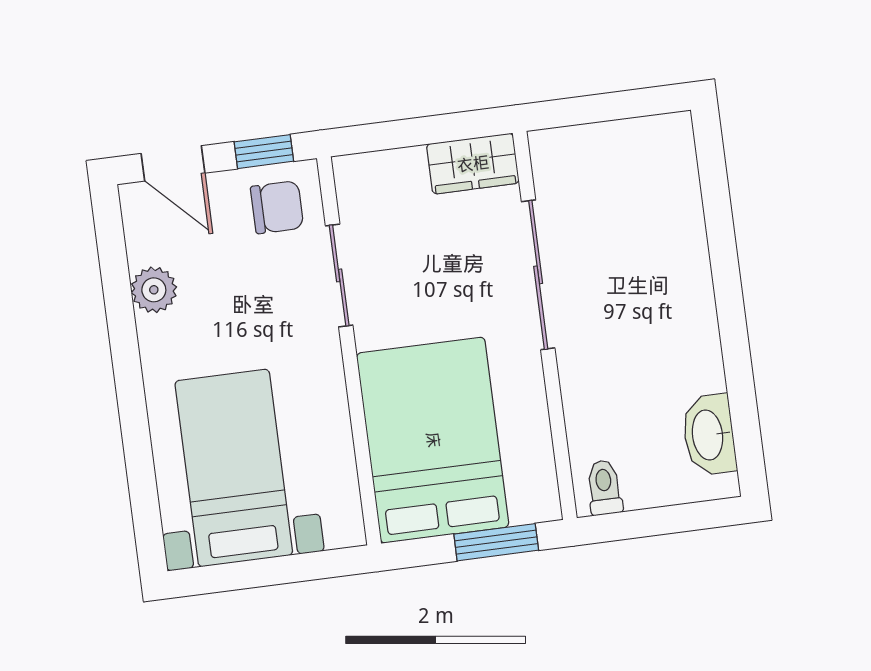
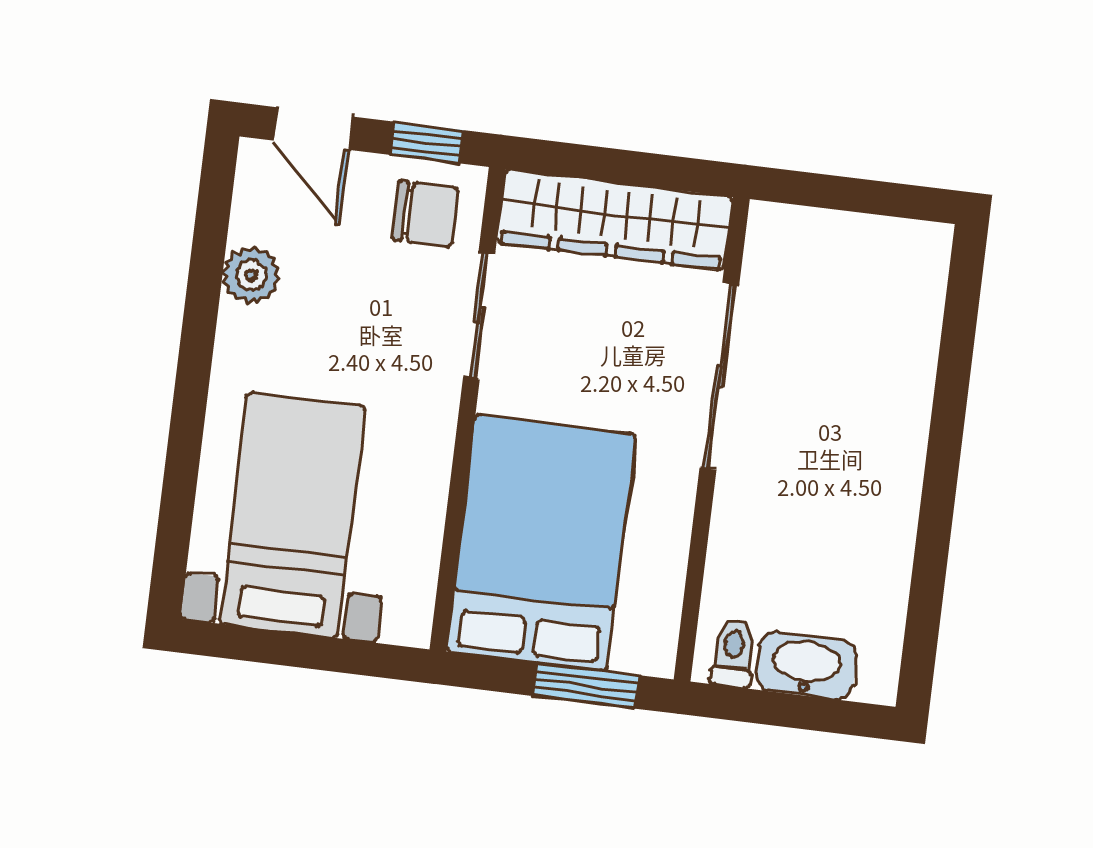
wardrobe: (473, 164) -> (615, 220), width x2.10, depth x1.17
washbasin: (709, 435) -> (806, 666), moved, turned 90

